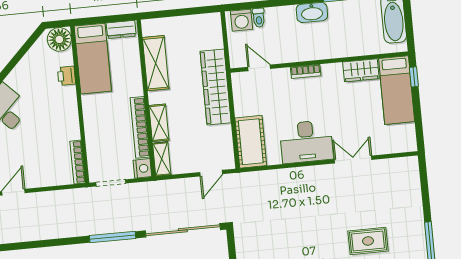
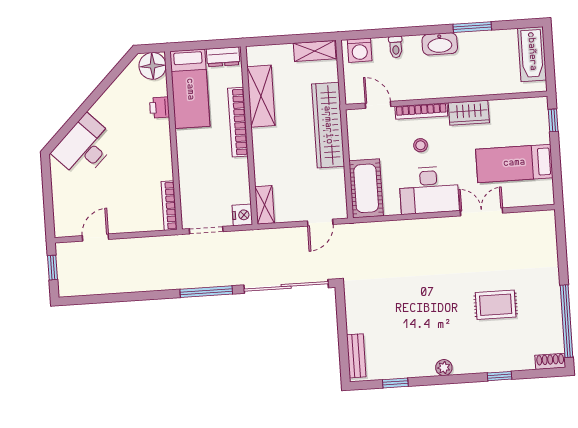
toilet: (259, 18) -> (396, 47), moved
wardrobe: (361, 70) -> (469, 113), moved
bookcase: (306, 71) -> (421, 111), width x1.56
bed: (397, 90) -> (514, 163), moved, turned 90
stool: (298, 102) -> (421, 145), added
shelving: (159, 123) -> (315, 51), moved, turned 90
bookcase: (140, 127) -> (238, 122), moved

